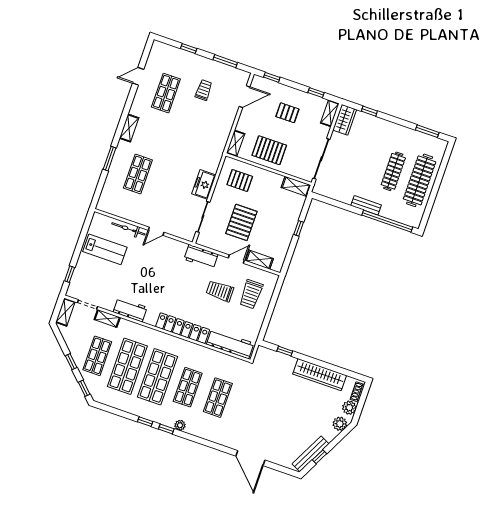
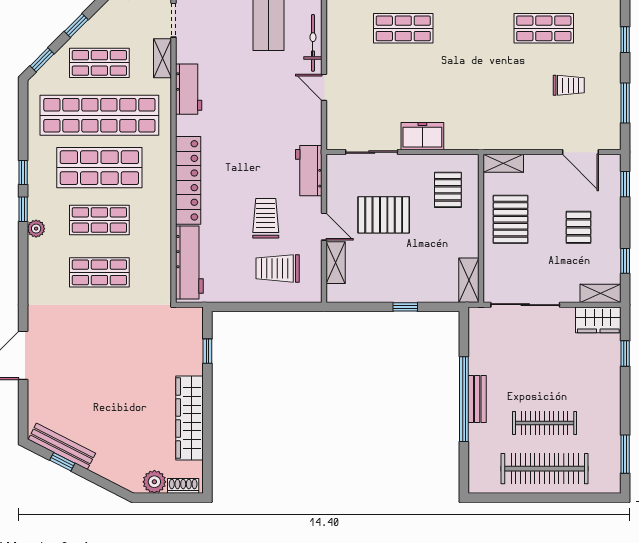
window: (387, 221) -> (464, 399), moved
shop shelf: (127, 366) -> (99, 115), width x1.40
plant: (340, 424) -> (124, 476), removed

